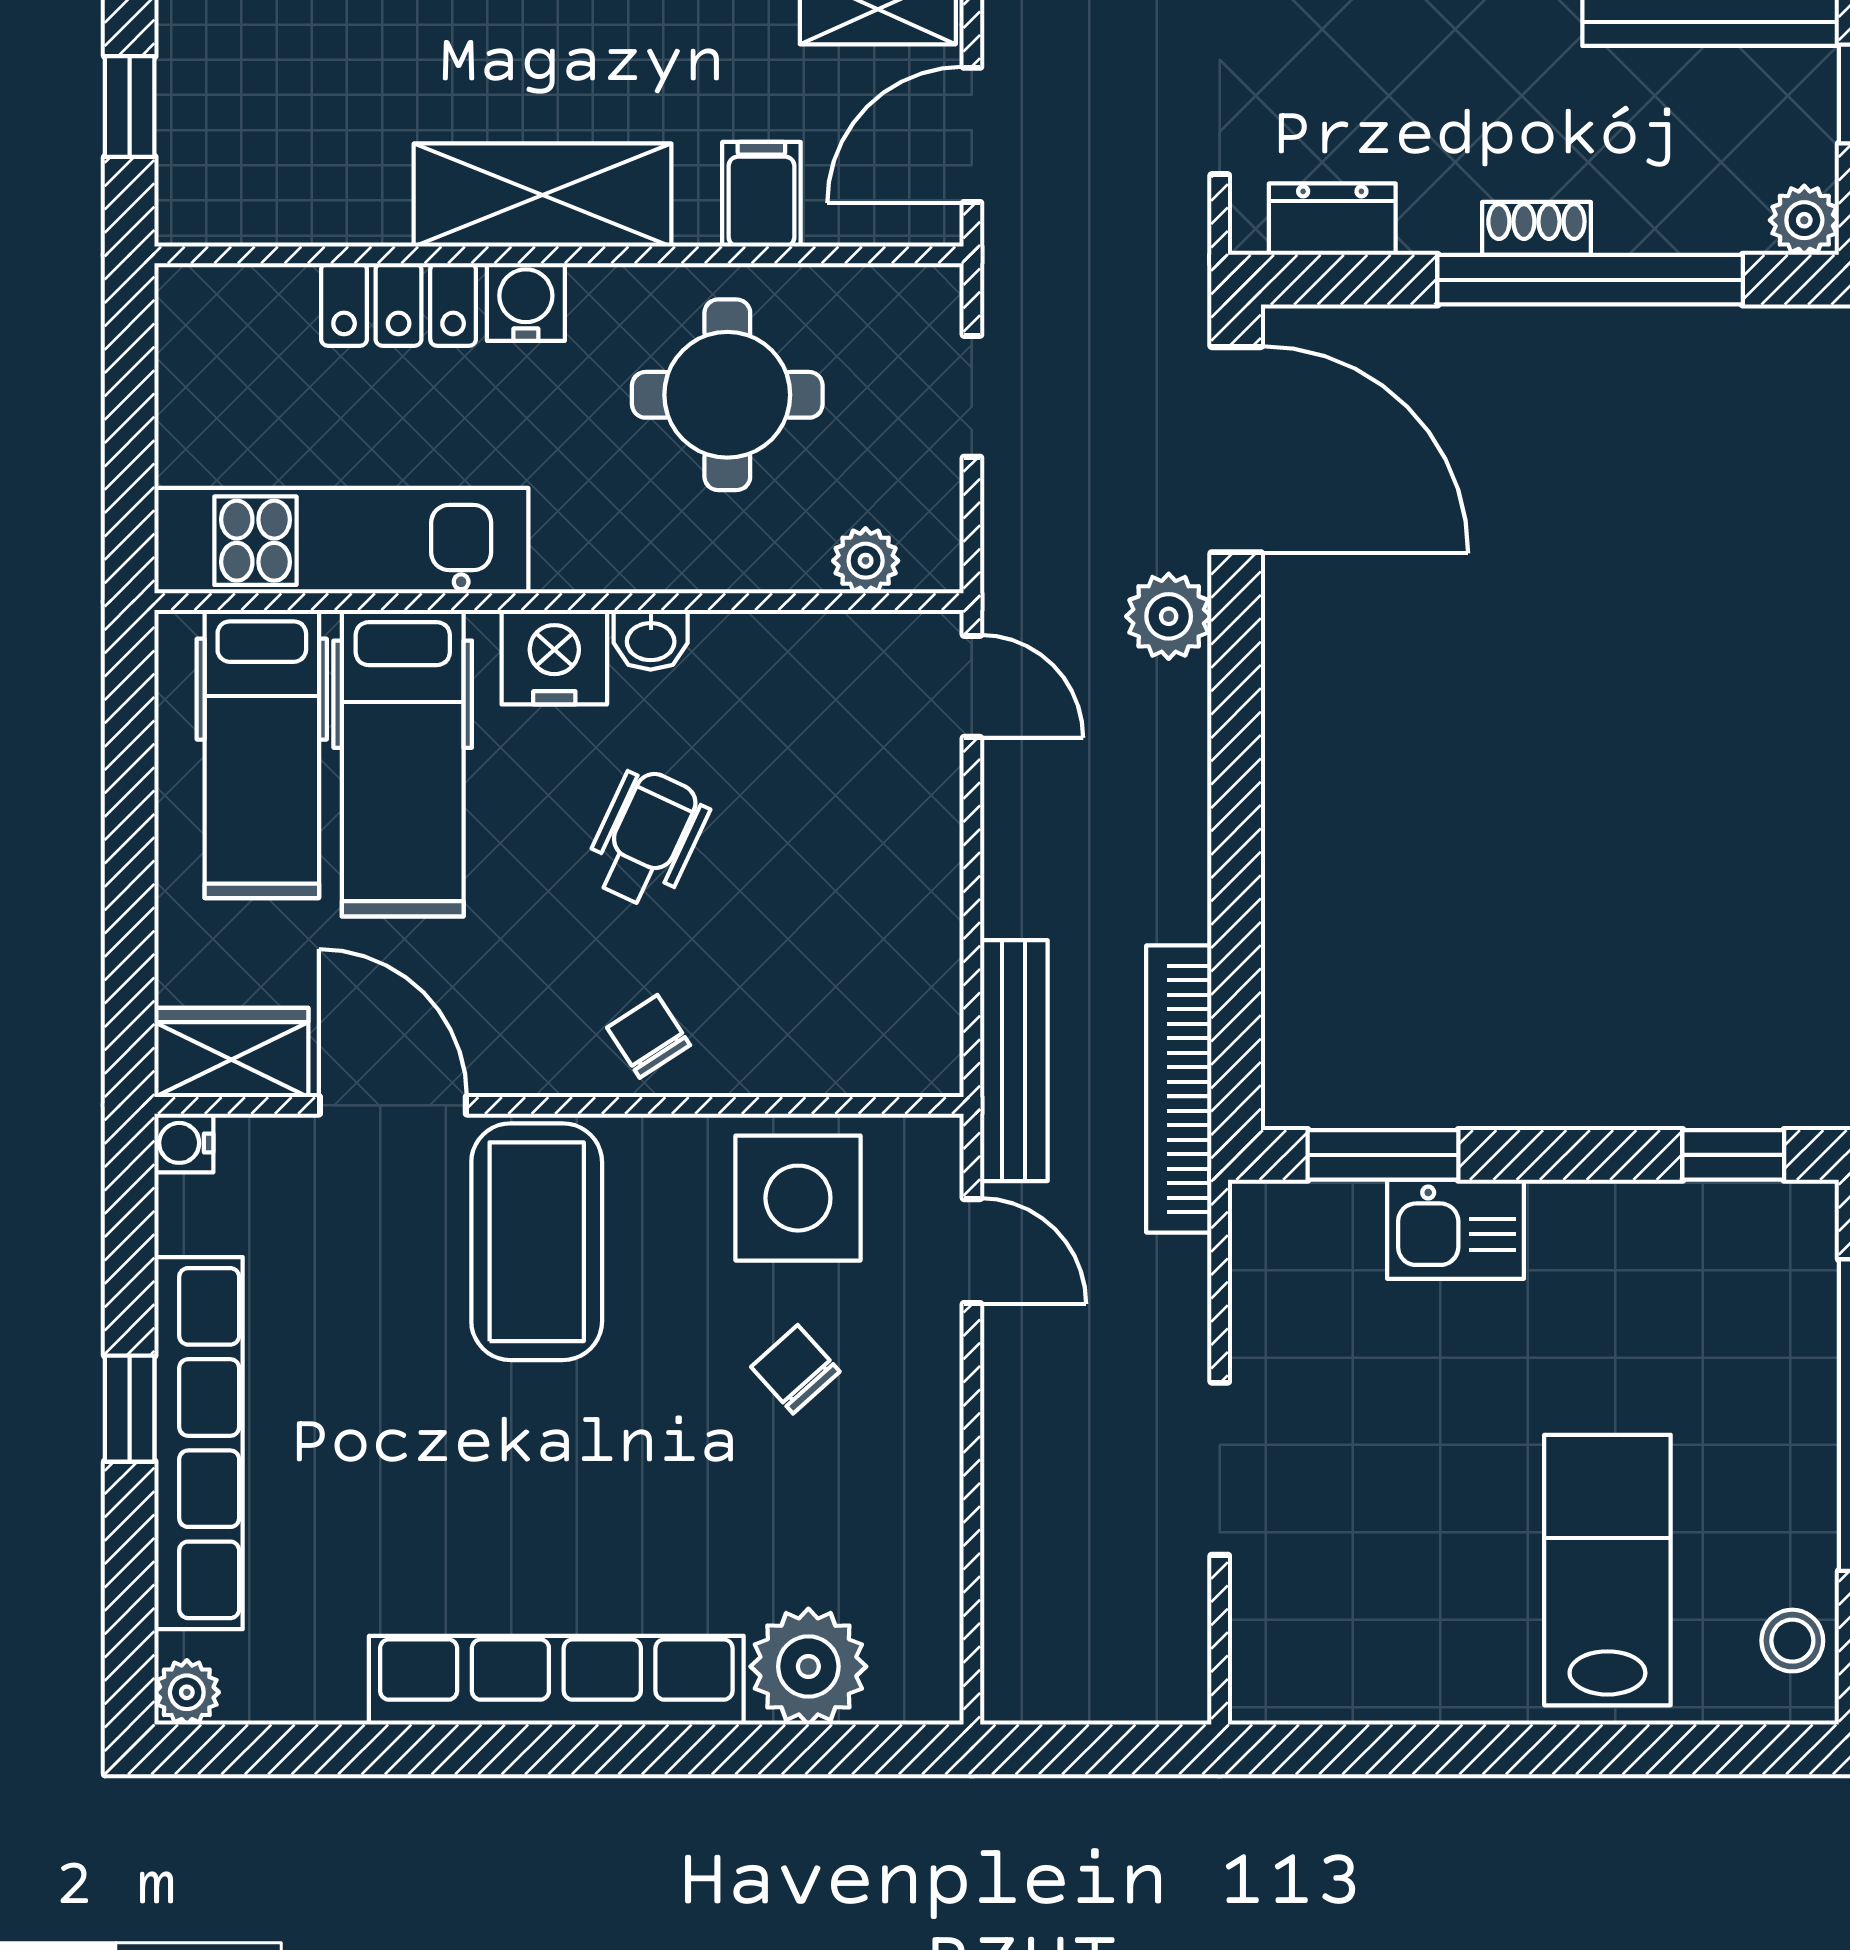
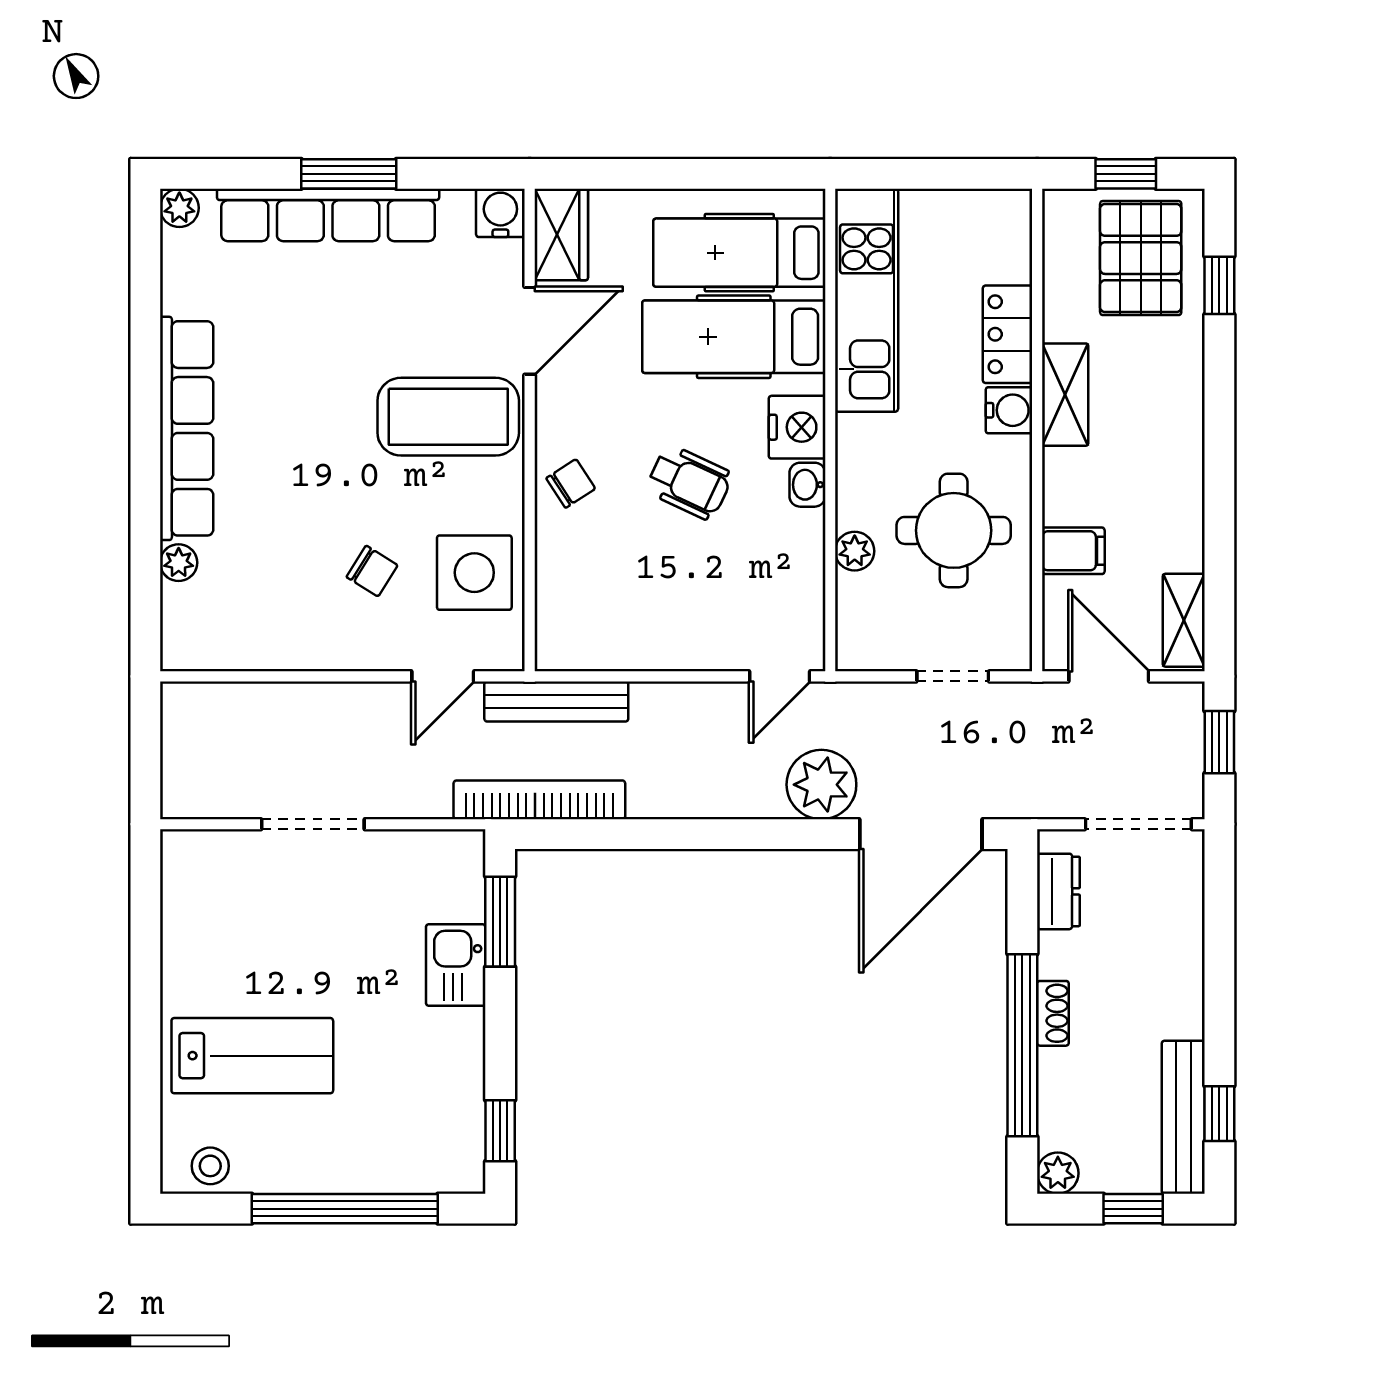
pallet: (271, 81) -> (1141, 258), added
shelving: (543, 195) -> (1065, 395), width x0.67, depth x0.75
plant: (866, 561) -> (855, 551), moved
plant: (1169, 616) -> (821, 785), width x1.36, depth x1.36
water cooler: (184, 1143) -> (500, 213), width x1.38, depth x1.38
chair: (795, 1369) -> (372, 571), turned 74
window: (130, 1409) -> (349, 174), width x1.50
plant: (808, 1666) -> (179, 563), width x0.53, depth x0.53

